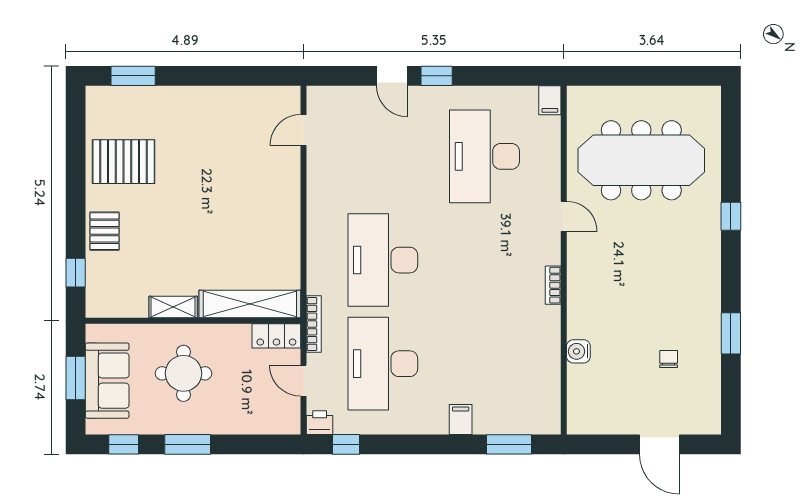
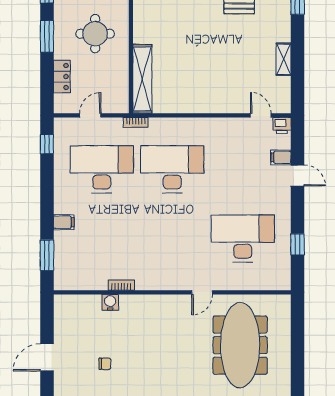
door: (392, 76) -> (298, 175), swing flipped
window: (437, 76) -> (298, 244), moved
filing cabinet: (550, 100) -> (281, 157), moved
bookcase: (553, 285) -> (121, 285), moved
shelving: (173, 307) -> (284, 59), moved
bookcase: (314, 324) -> (136, 122), width x0.64
locker: (276, 336) -> (62, 77), moved, turned 180
printer: (320, 423) -> (282, 125), moved, turned 90

